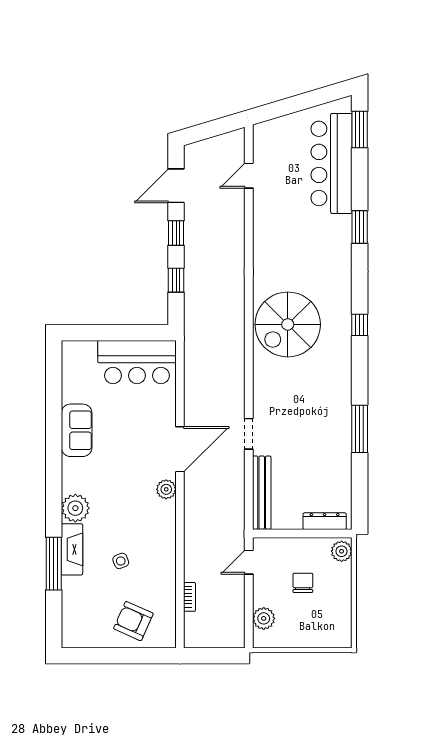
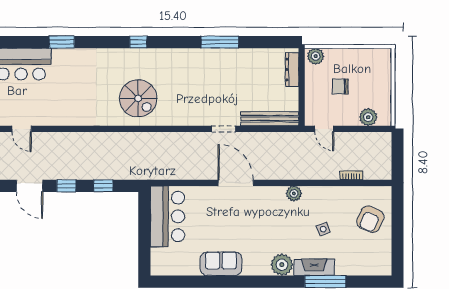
spiral stairs: (288, 324) -> (138, 98), width x0.73, depth x0.73
plant: (166, 489) -> (294, 193), moved

